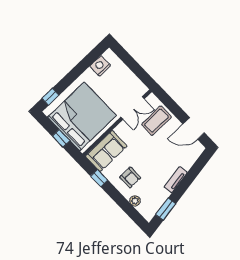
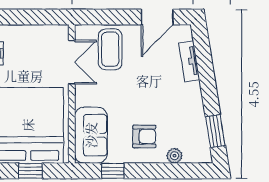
tv unit: (176, 180) -> (189, 61), moved

